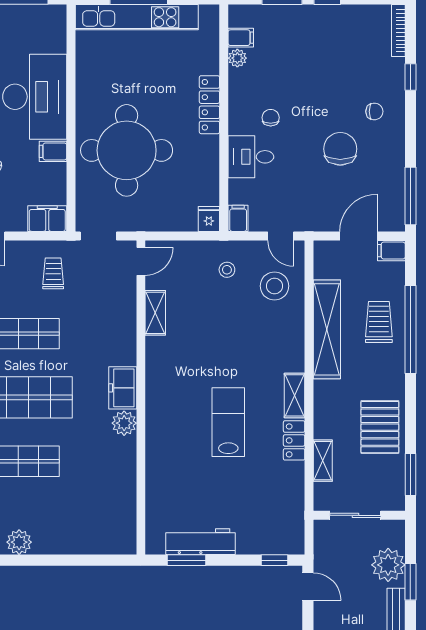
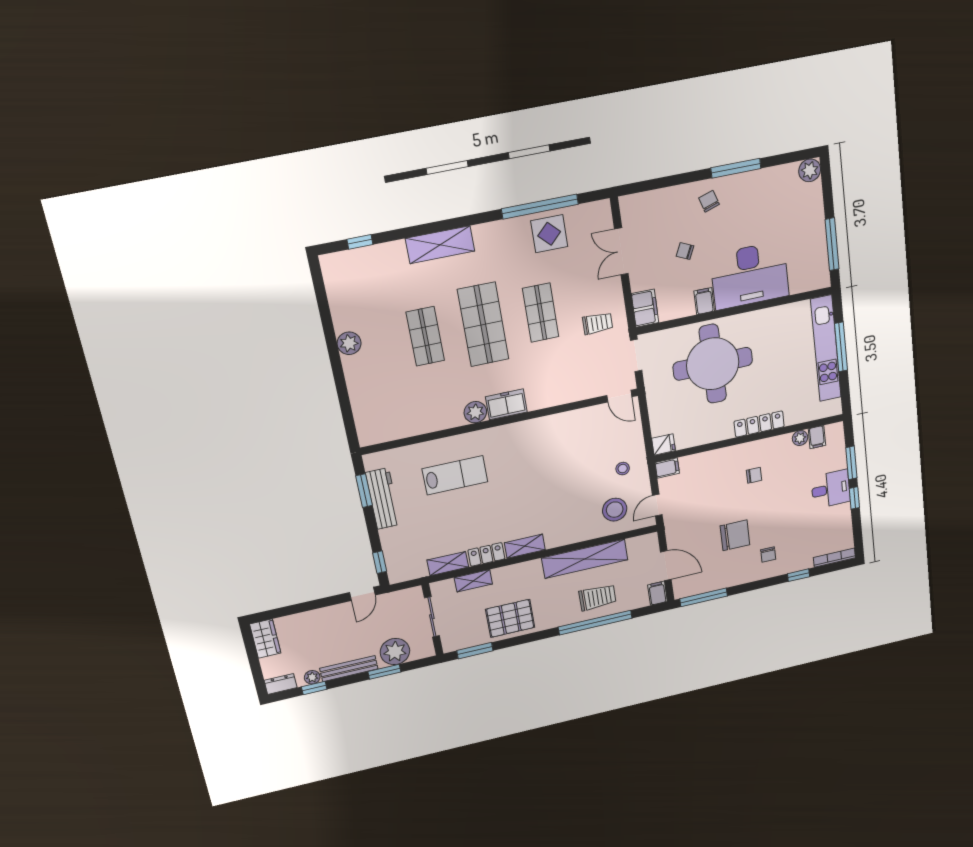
desk: (251, 157) -> (831, 489), moved, turned 90
shelving: (155, 313) -> (448, 564), moved
lab bench: (228, 422) -> (455, 475), moved

